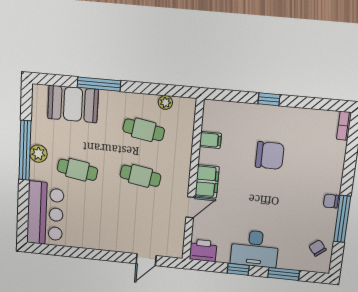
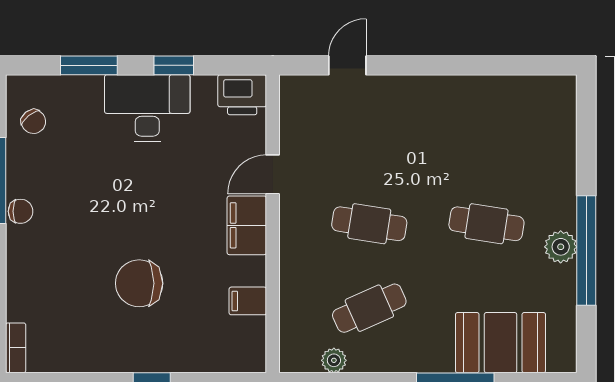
cafe table: (144, 130) -> (369, 308), turned -33
bar counter: (45, 214) -> (544, 135), removed

